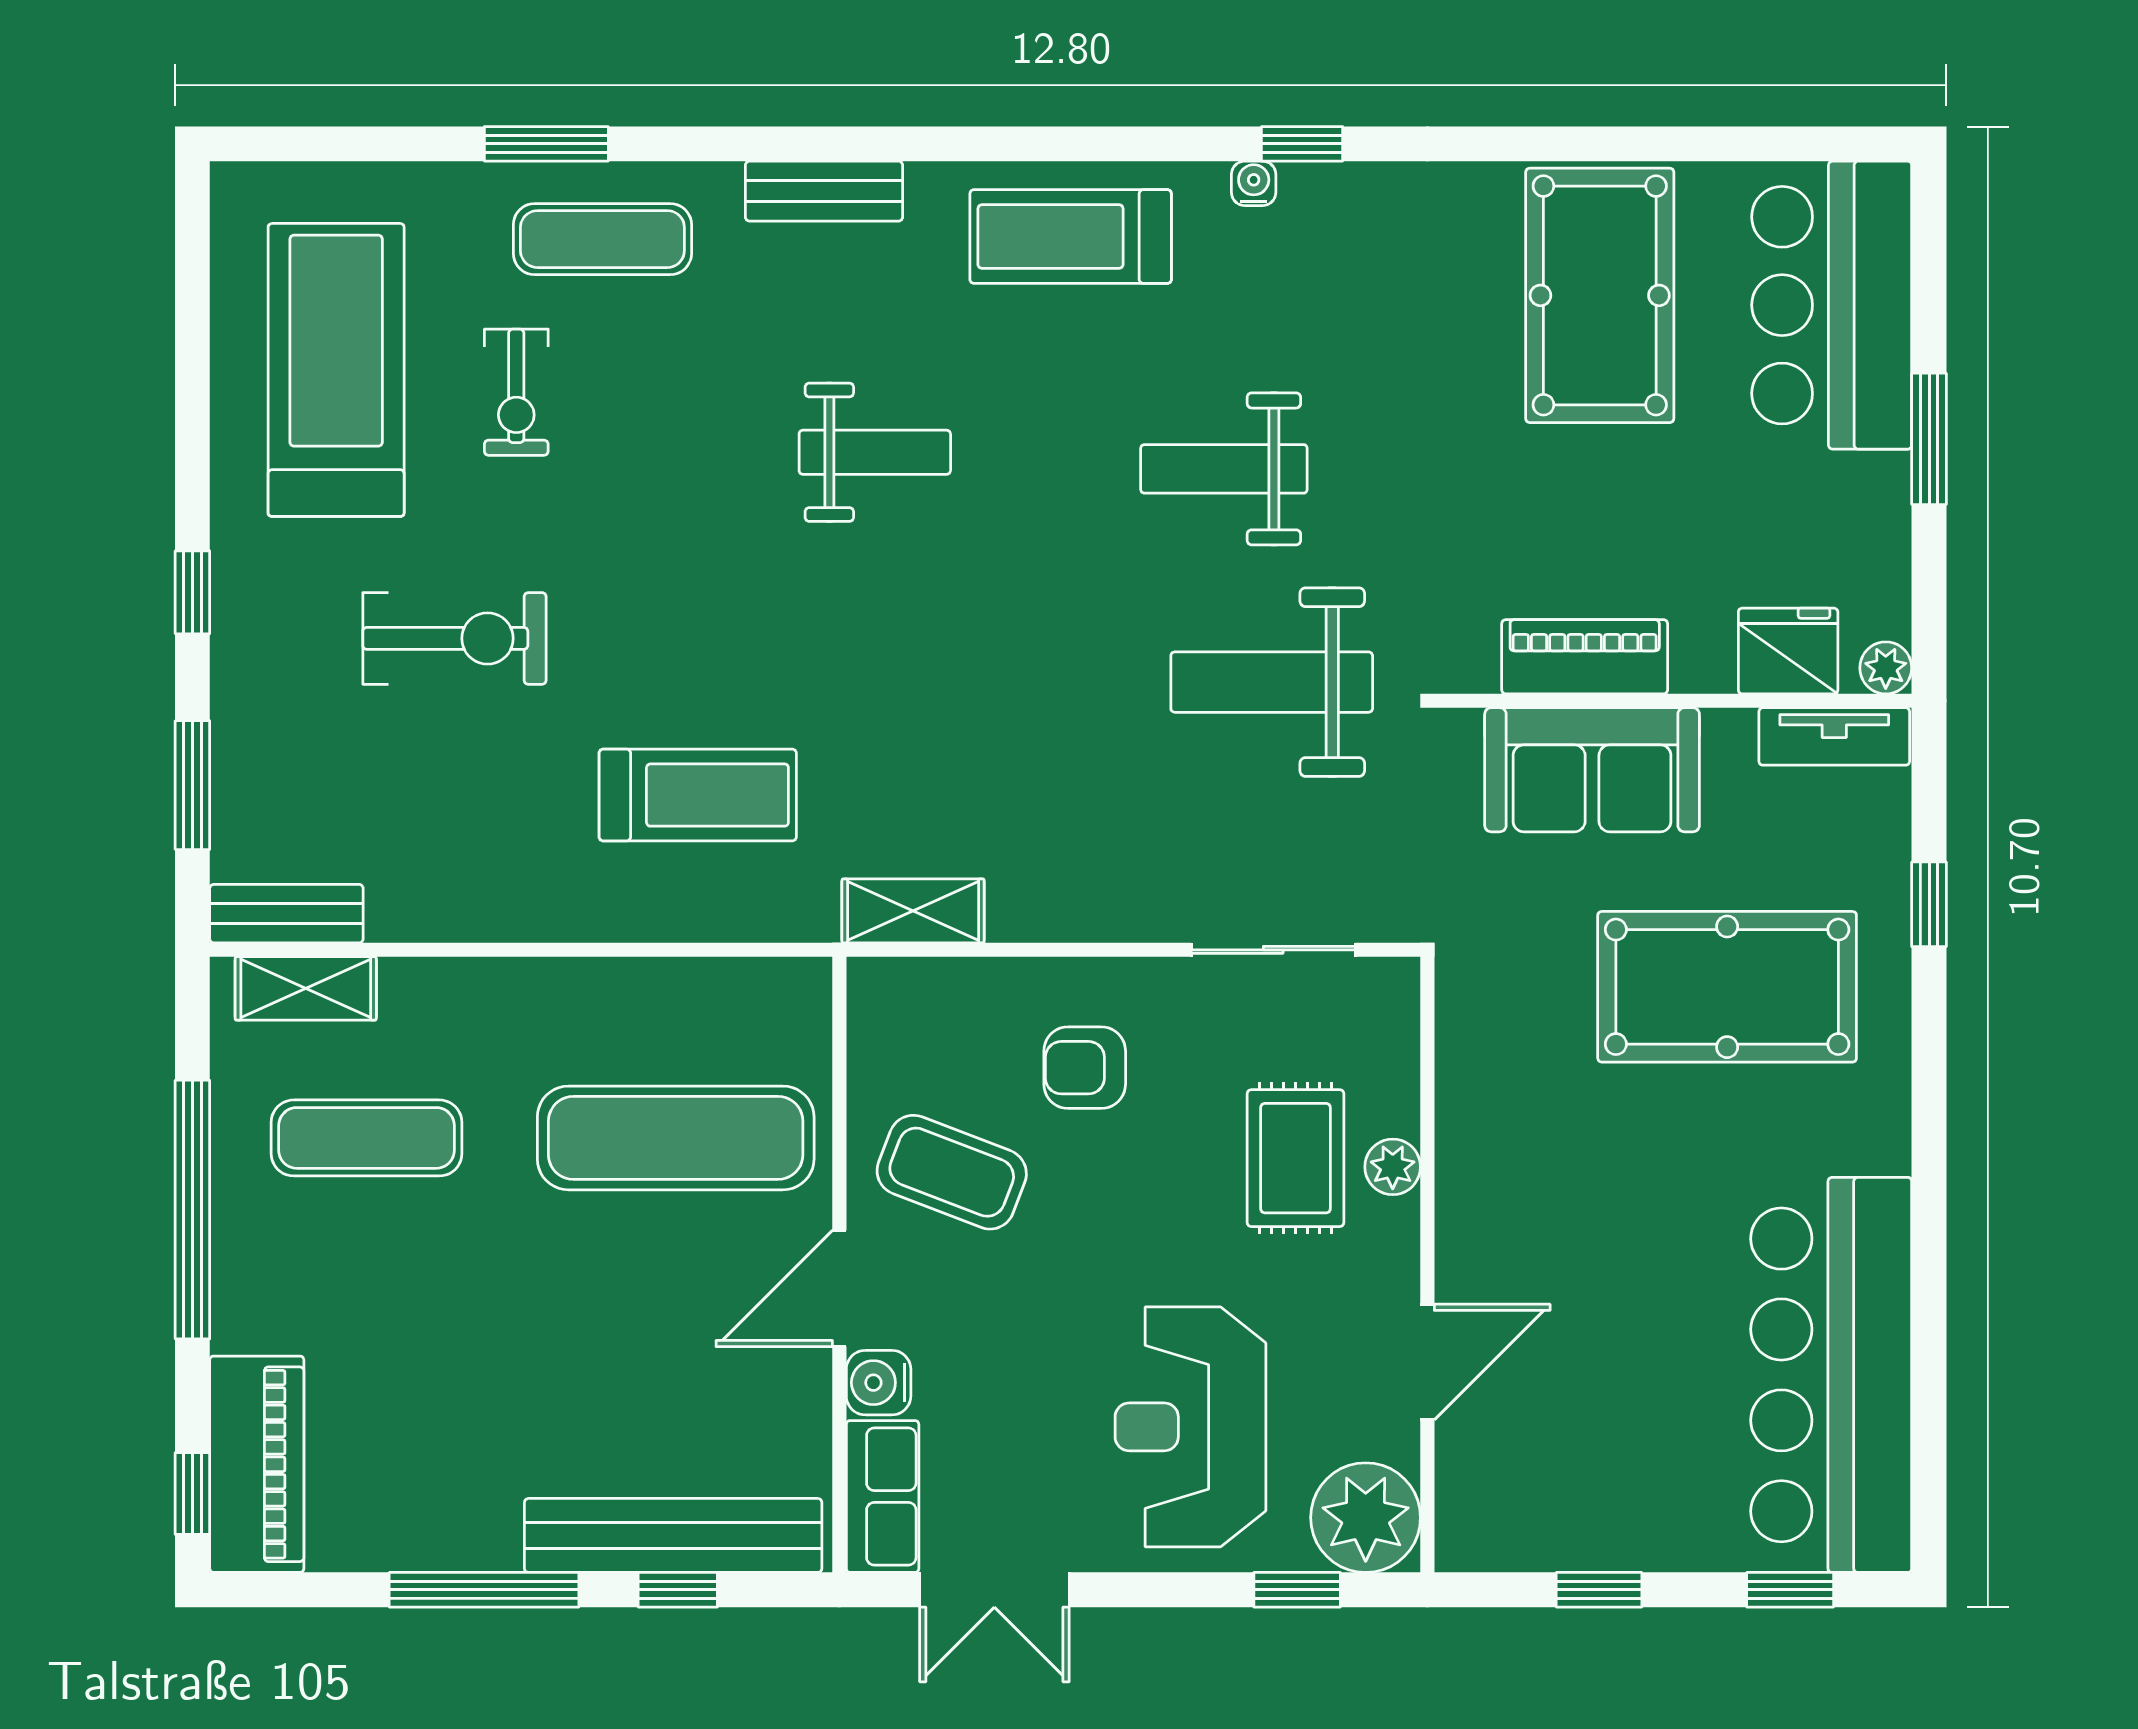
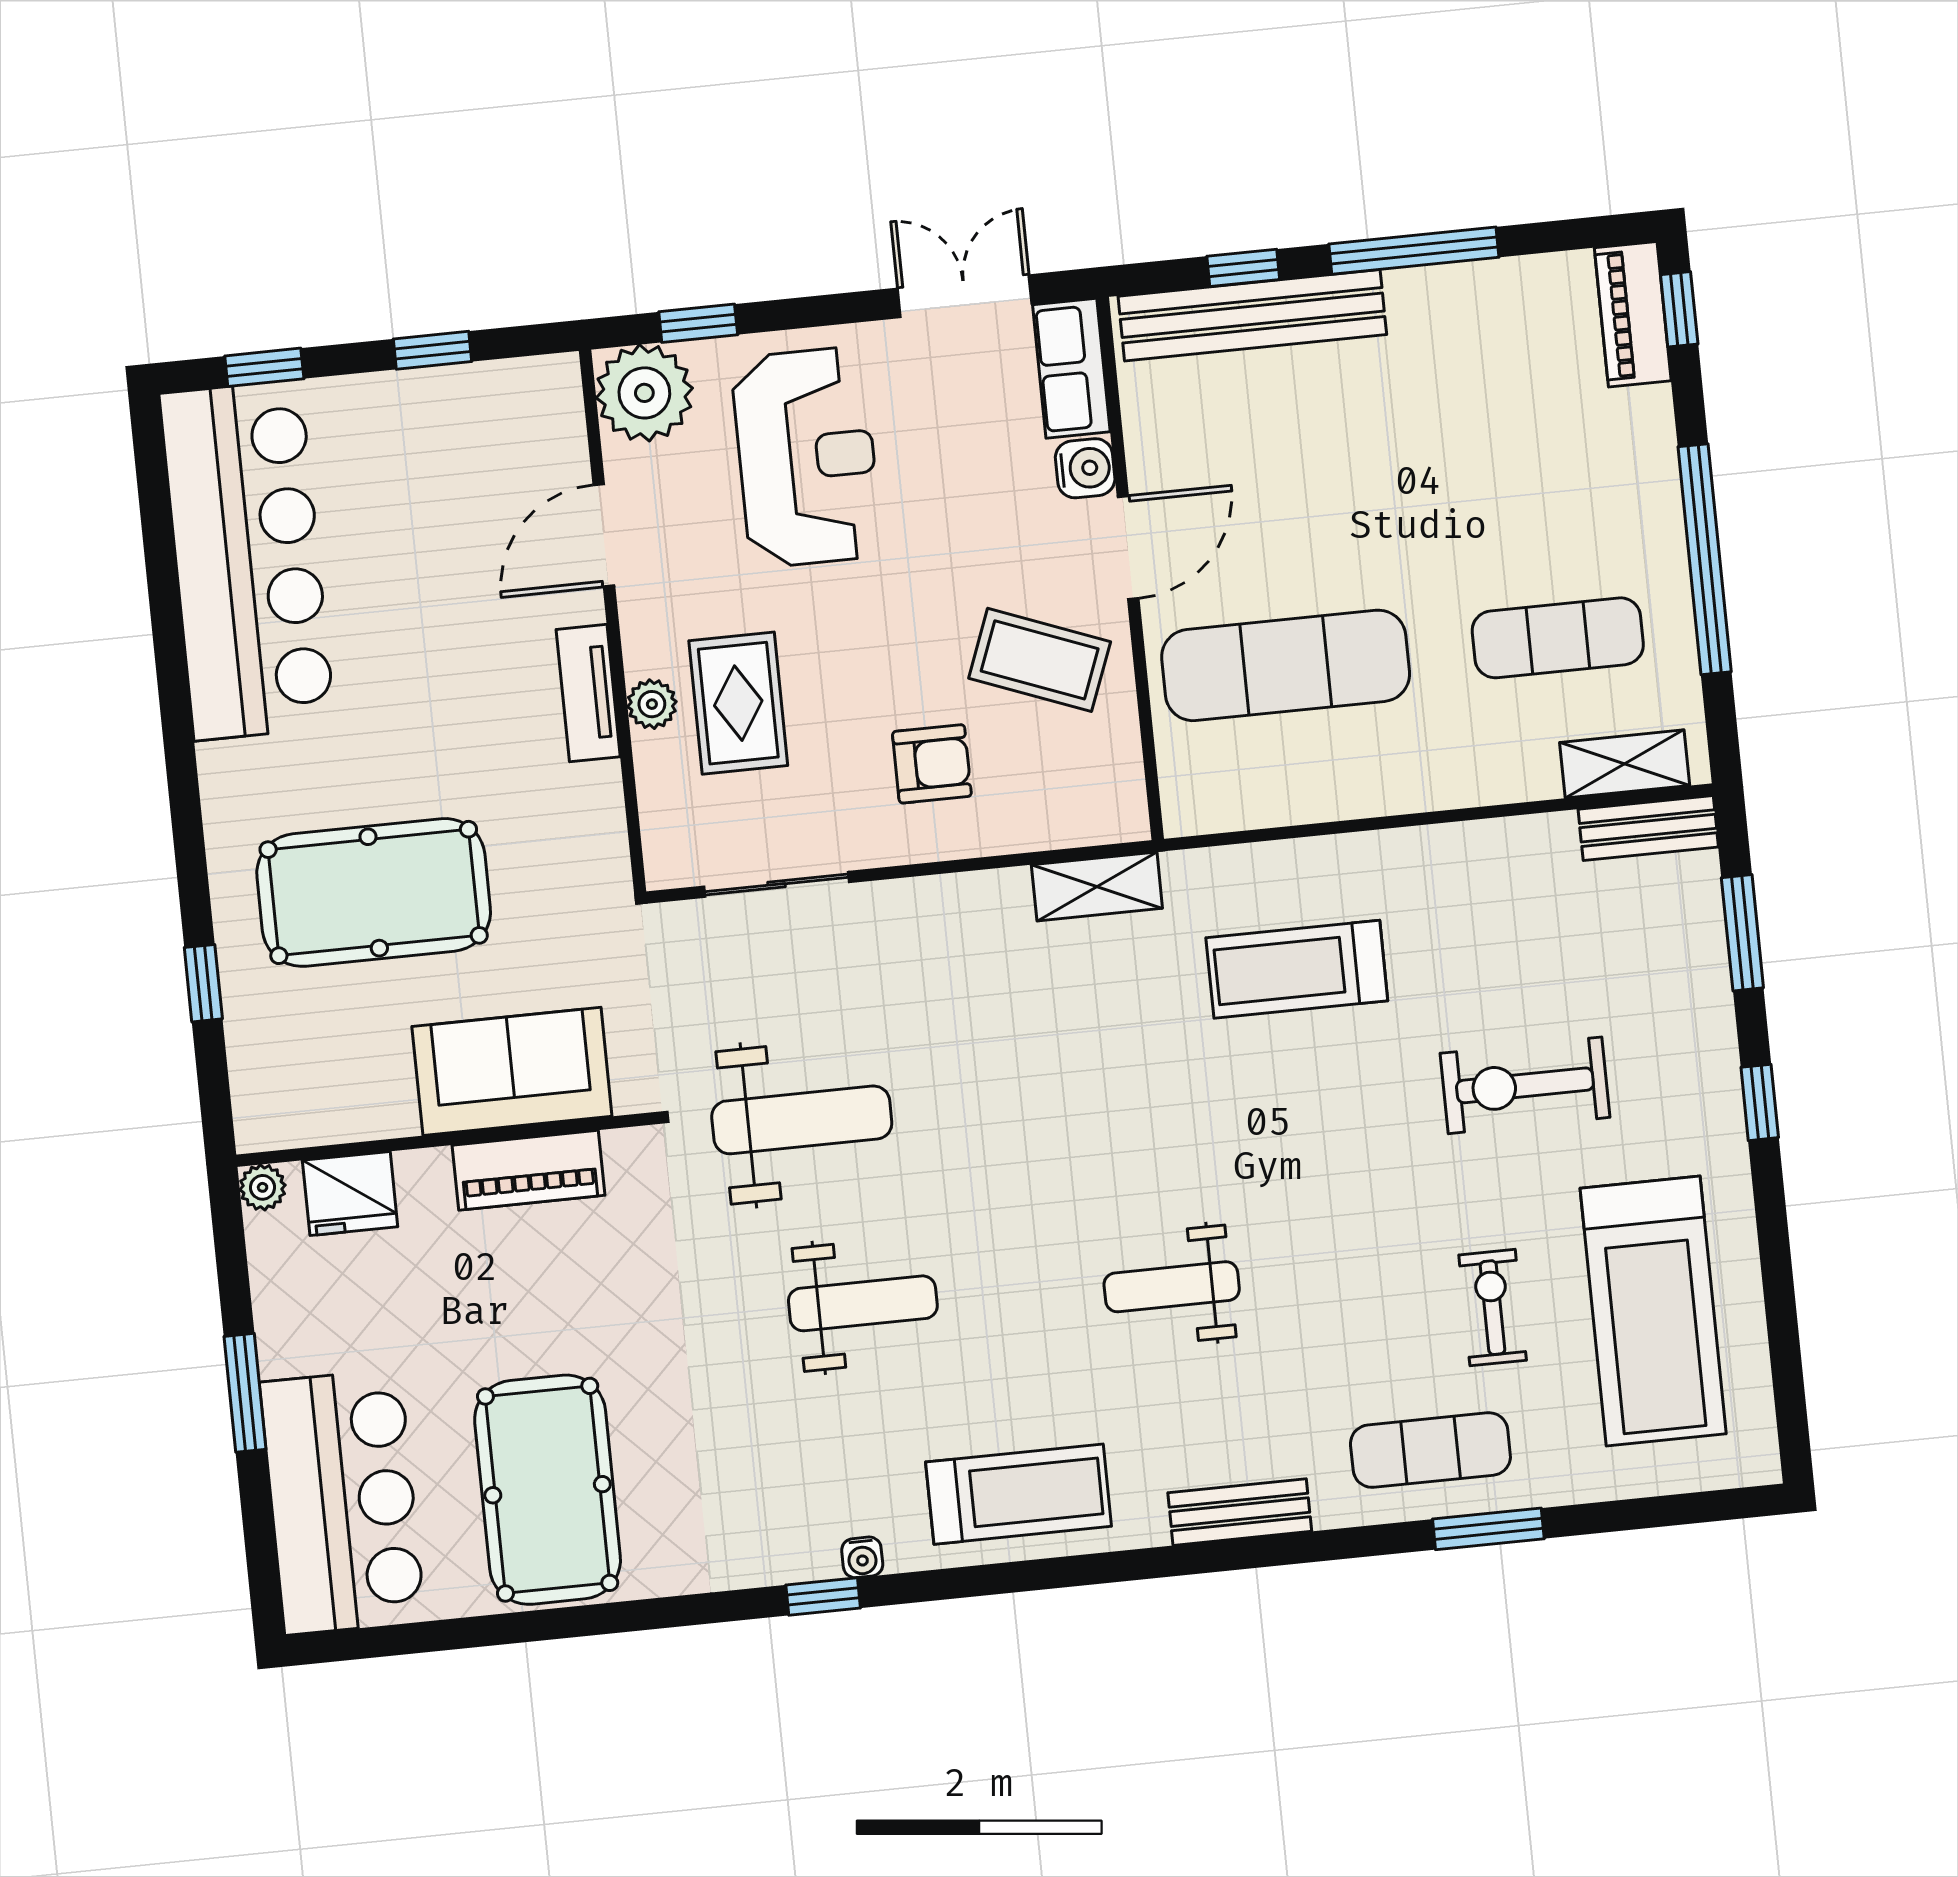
tv unit: (1834, 736) -> (588, 693), moved, turned -90
piano: (257, 1464) -> (1633, 314), width x0.73, depth x0.75

